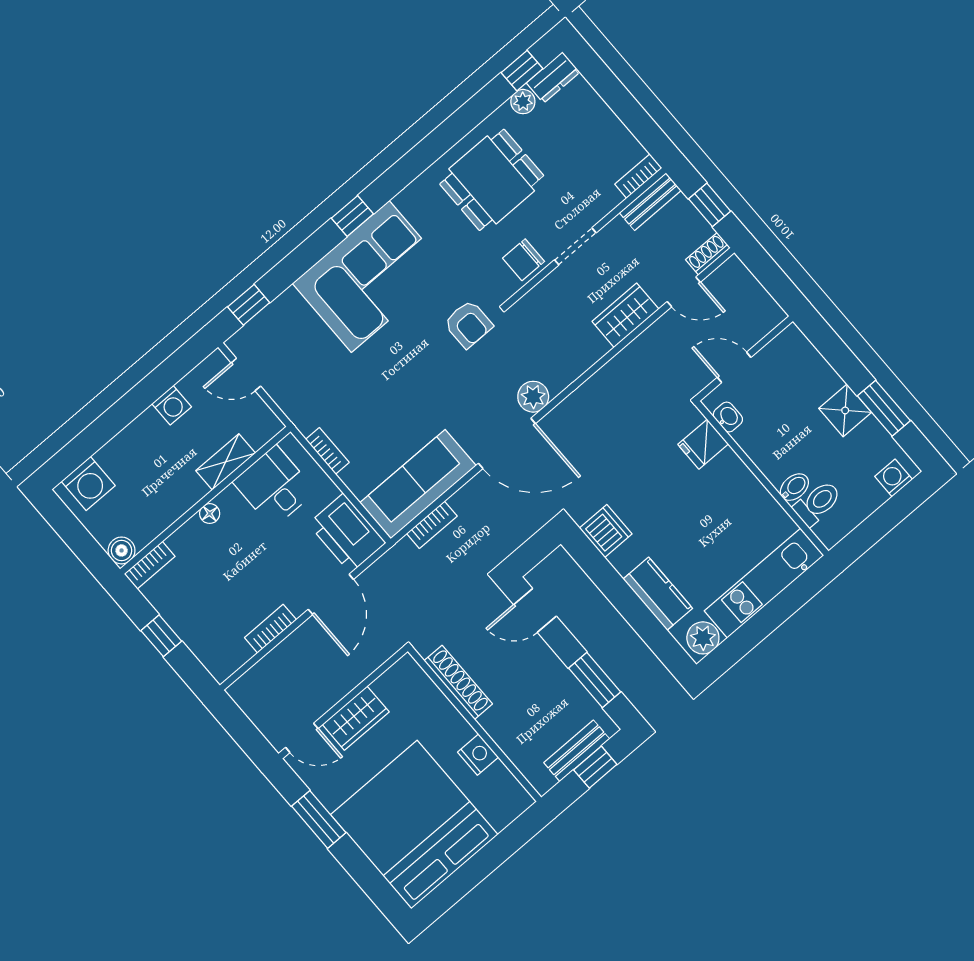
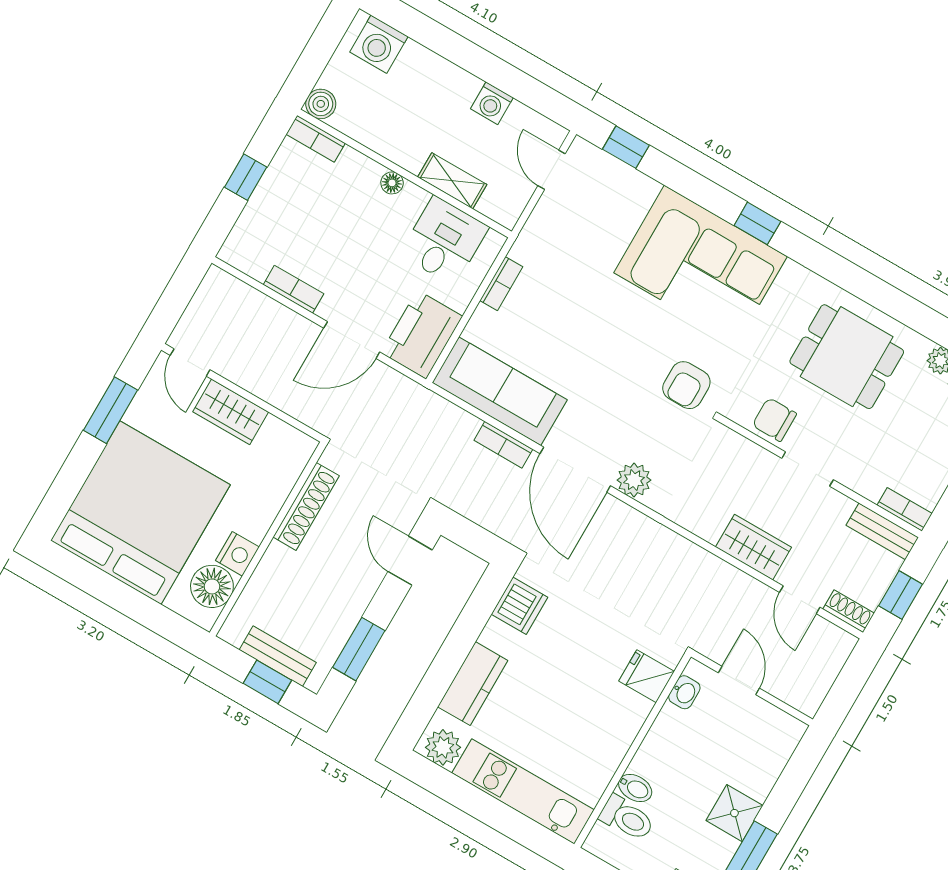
bookcase: (432, 525) -> (503, 445), moved
floor lamp: (498, 786) -> (212, 586), added

